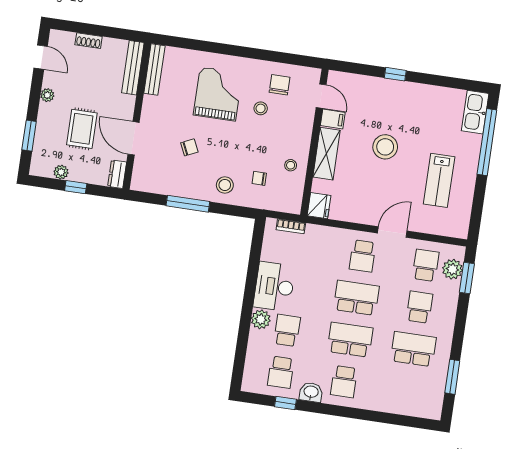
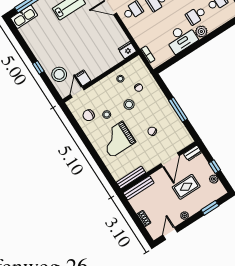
stool: (385, 147) -> (59, 74), moved
shelving: (326, 154) -> (101, 67), removed
stool: (225, 185) -> (129, 104), moved

